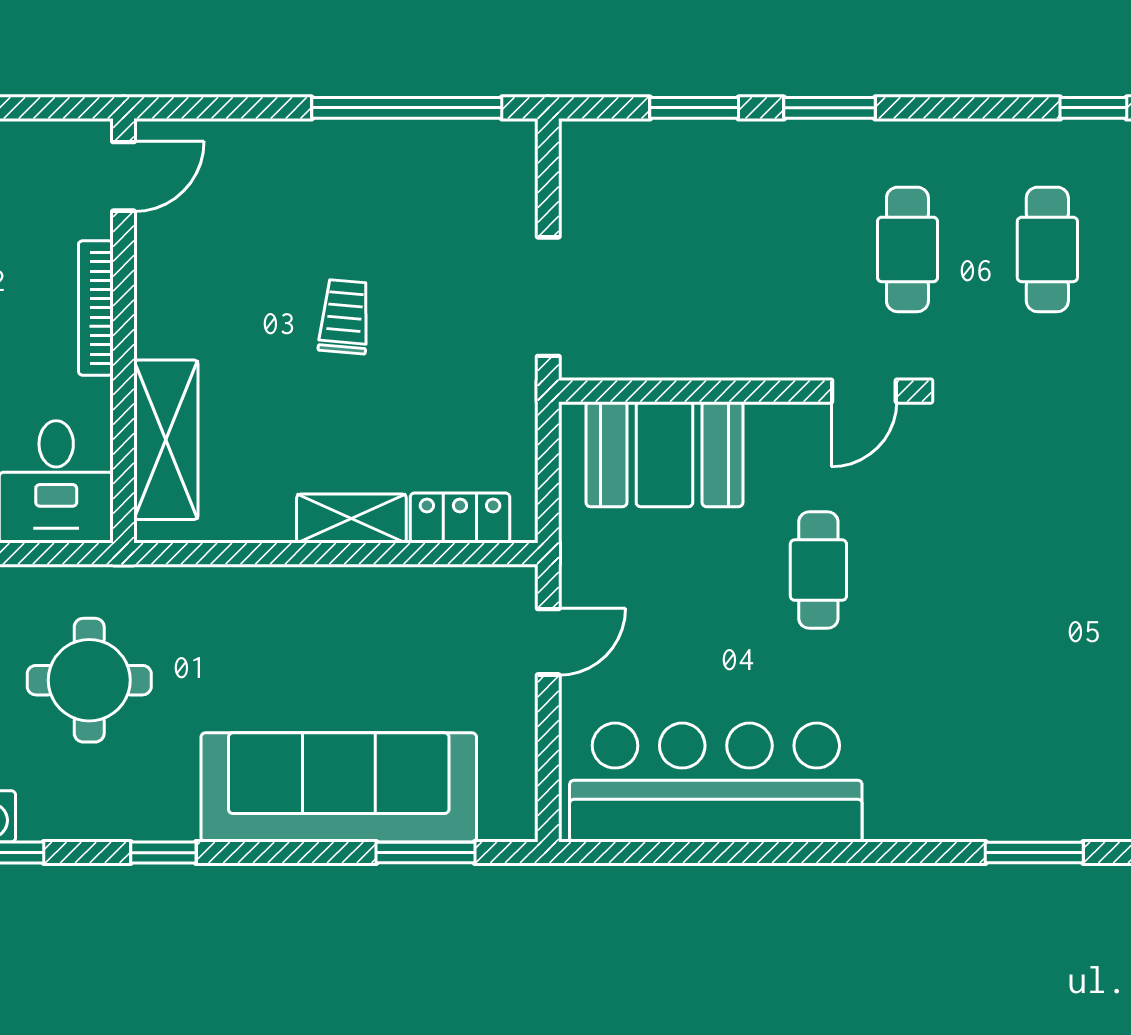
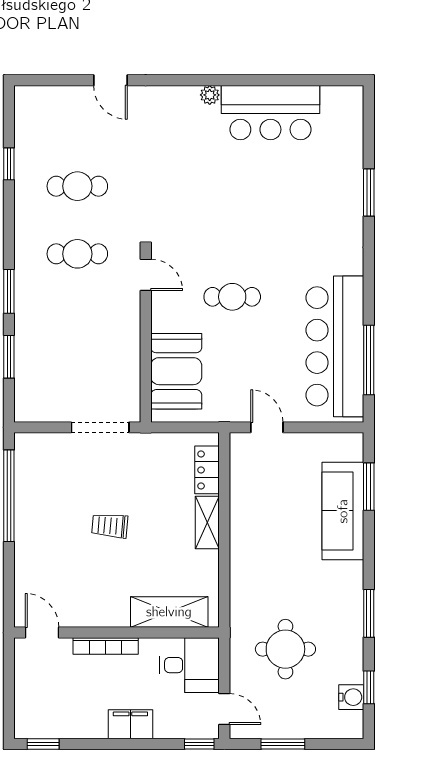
sofa: (339, 787) -> (343, 511), width x0.74, depth x0.79
window: (163, 853) -> (369, 613), width x1.50
window: (688, 853) -> (369, 360), added

